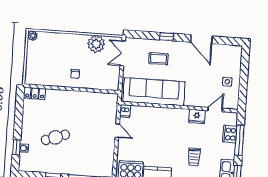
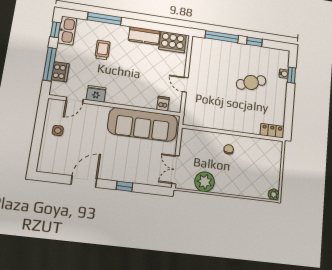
door: (202, 39) -> (84, 181), hinge flipped
double door: (123, 53) -> (175, 170), swing flipped
coffee table: (158, 59) -> (135, 161), removed
dishwasher: (125, 111) -> (163, 104), moved

